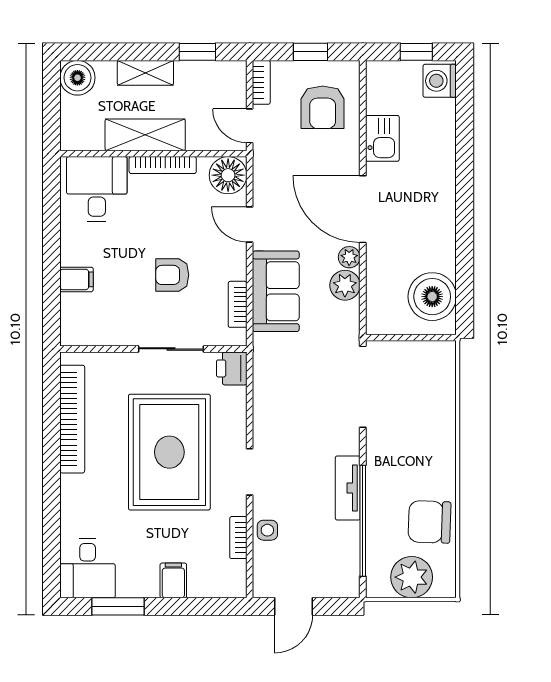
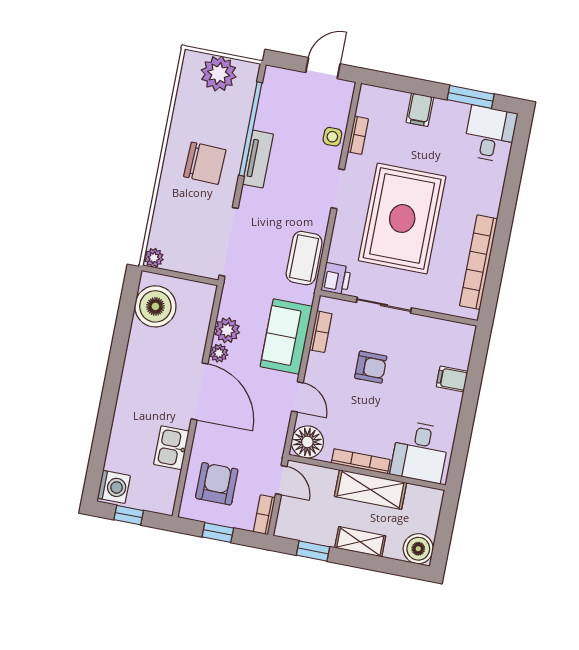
plant: (445, 352) -> (154, 258), added
coffee table: (273, 385) -> (304, 258), added
chair: (430, 522) -> (205, 163), moved

